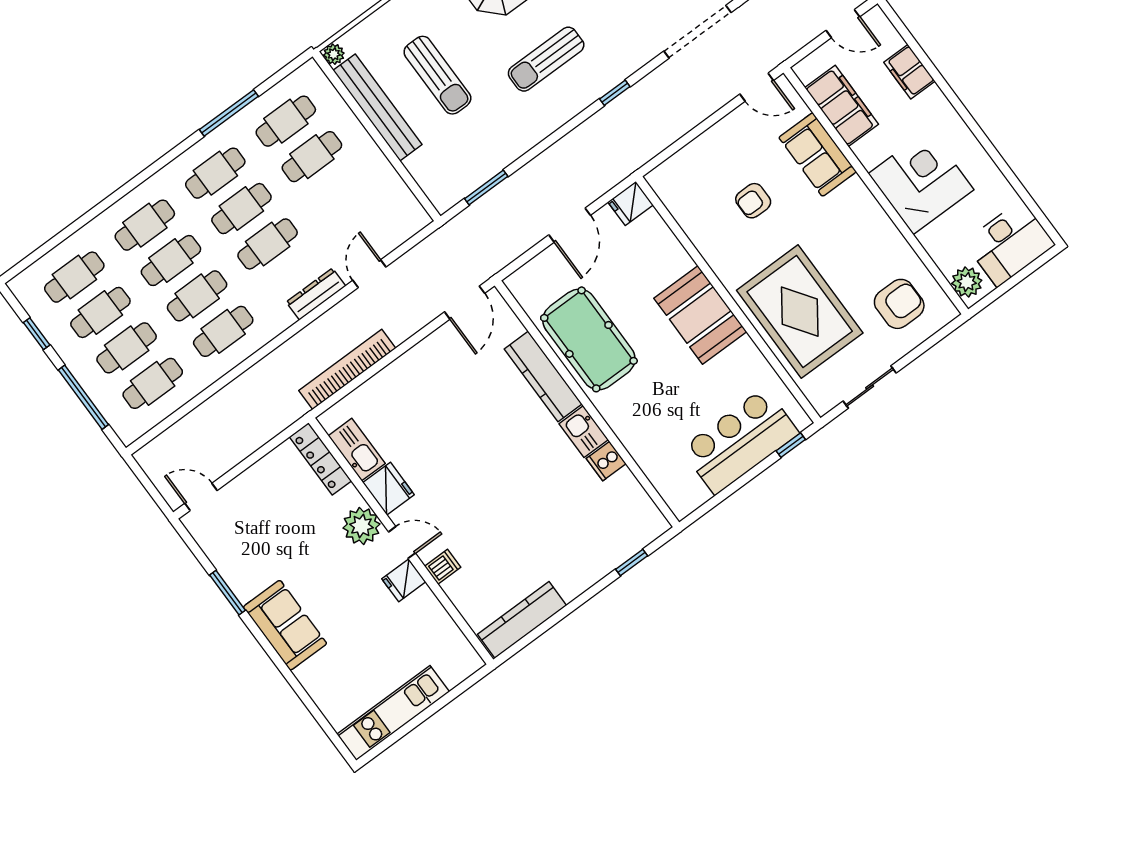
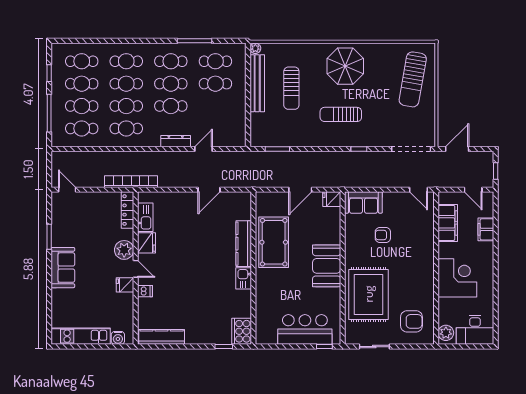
sofa: (818, 155) -> (363, 202), moved, turned -90
door: (465, 303) -> (209, 190), moved
bookcase: (347, 369) -> (131, 182), moved
cooker: (606, 461) -> (242, 331), moved, width x1.87, depth x1.31
water cooler: (454, 672) -> (118, 338), added

